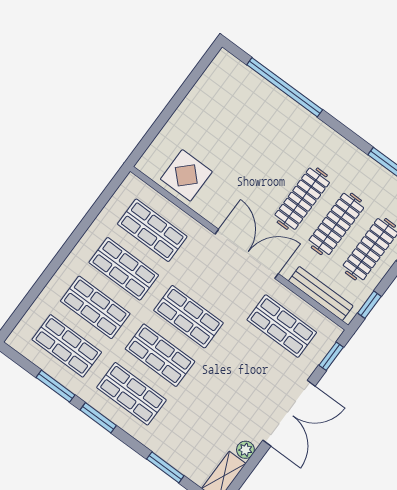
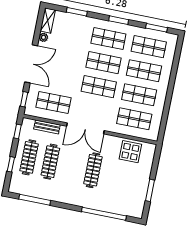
window: (184, 91) -> (150, 190), added
clothes rail: (302, 199) -> (93, 170), moved
bench: (321, 294) -> (47, 127), width x0.73
window: (56, 386) -> (157, 28), moved
double door: (289, 413) -> (31, 64), swing flipped

